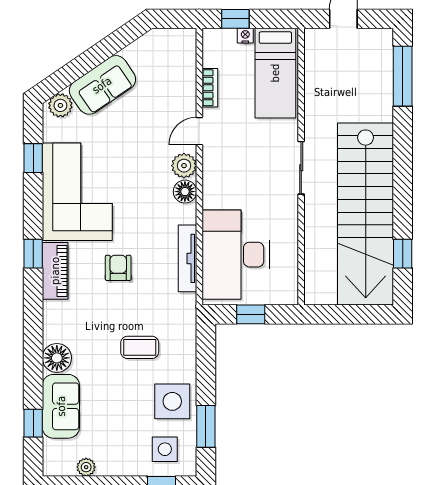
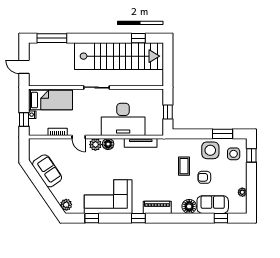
sofa: (102, 85) -> (47, 171), moved
desk: (236, 255) -> (123, 119), moved
armchair: (118, 268) -> (204, 177), moved
piano: (55, 271) -> (157, 207), moved

